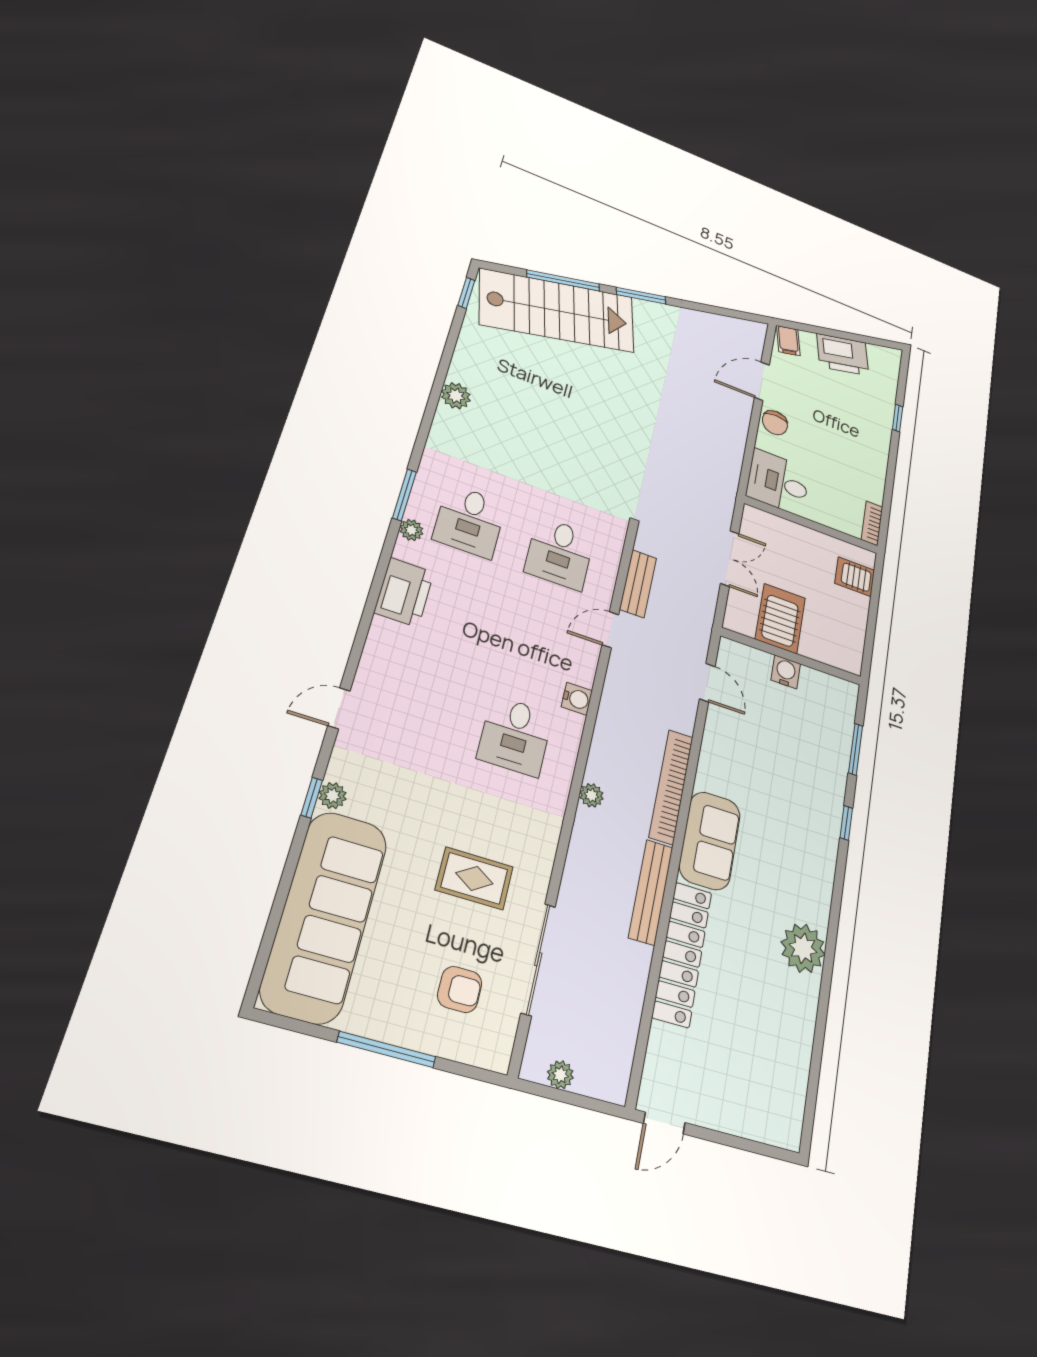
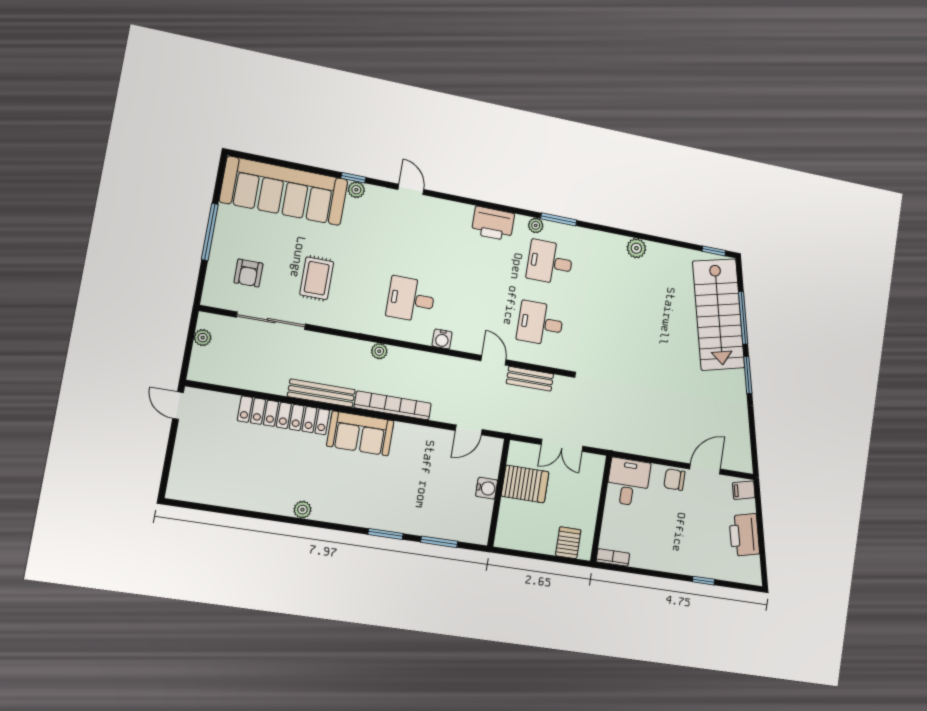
door: (762, 381) -> (705, 469), hinge flipped
window: (846, 823) -> (386, 534), width x1.50
plant: (803, 948) -> (302, 510), width x0.53, depth x0.53

